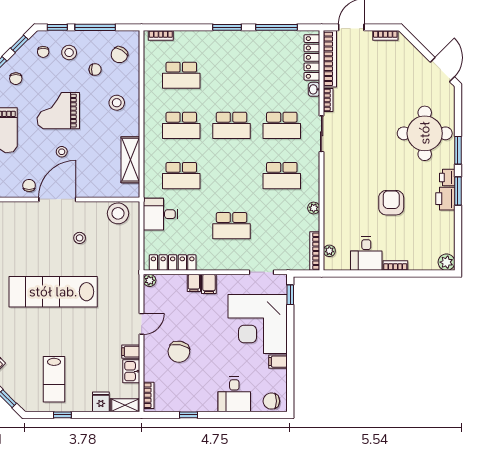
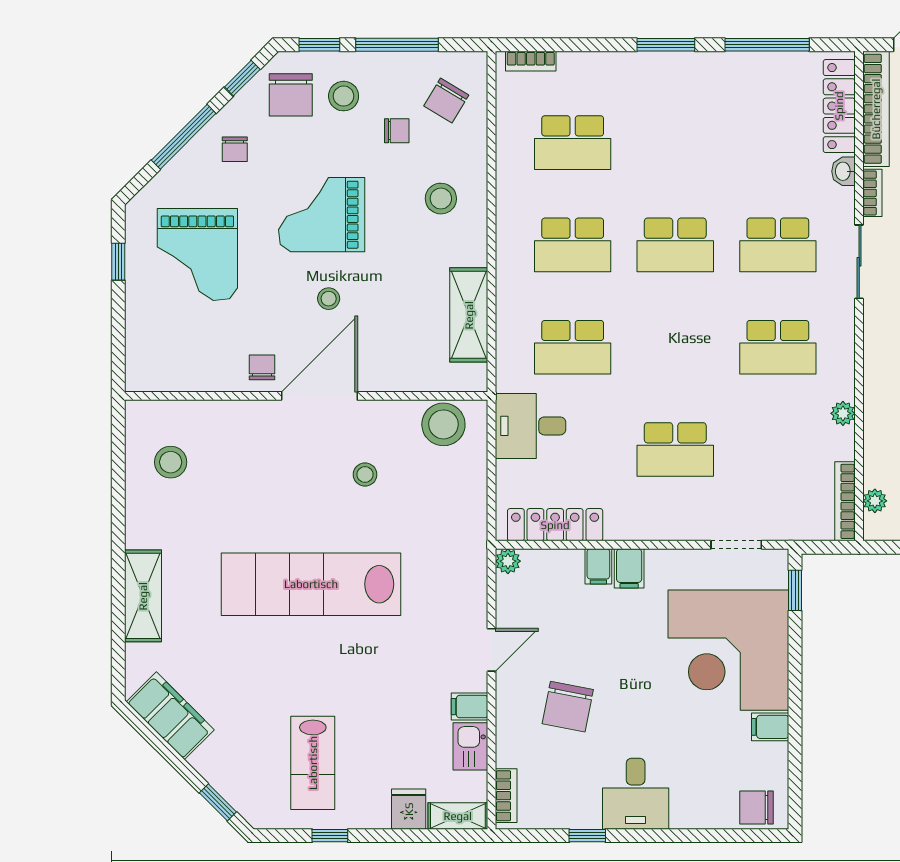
chair: (43, 52) -> (291, 95), width x1.87, depth x1.87
desk: (234, 394) -> (636, 794), moved

